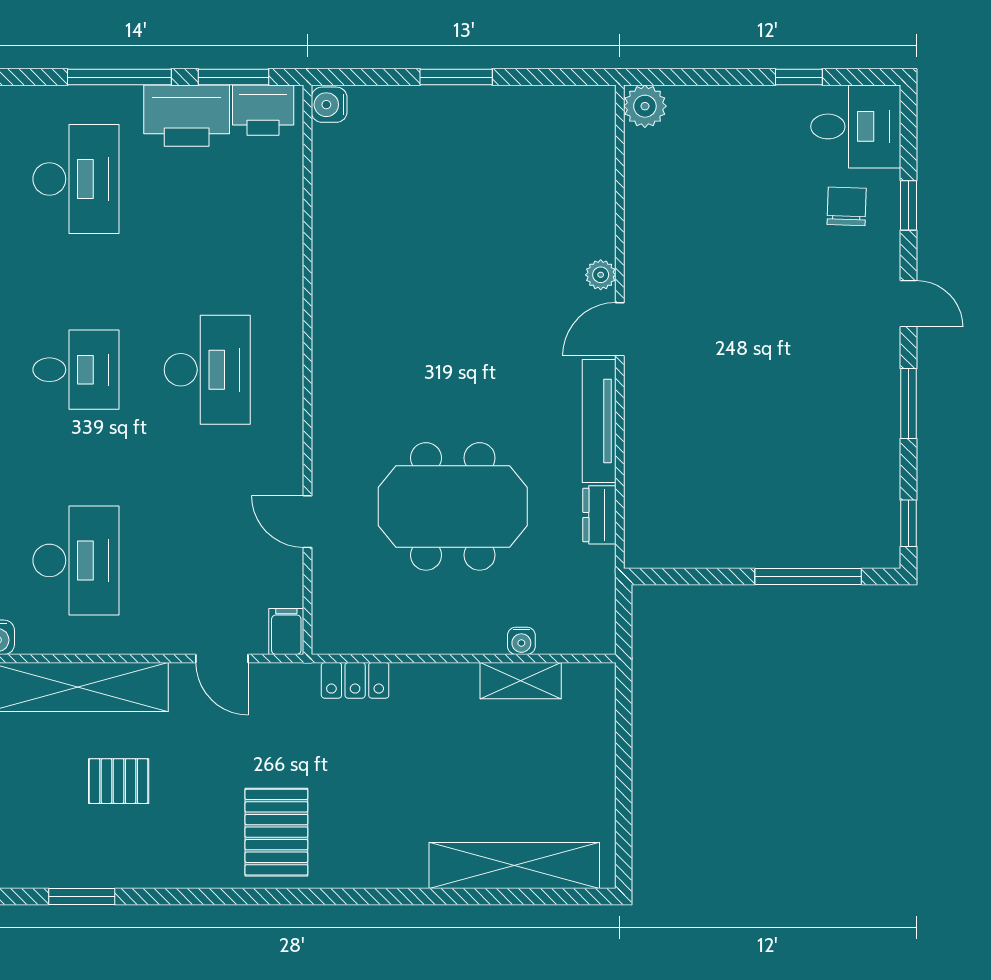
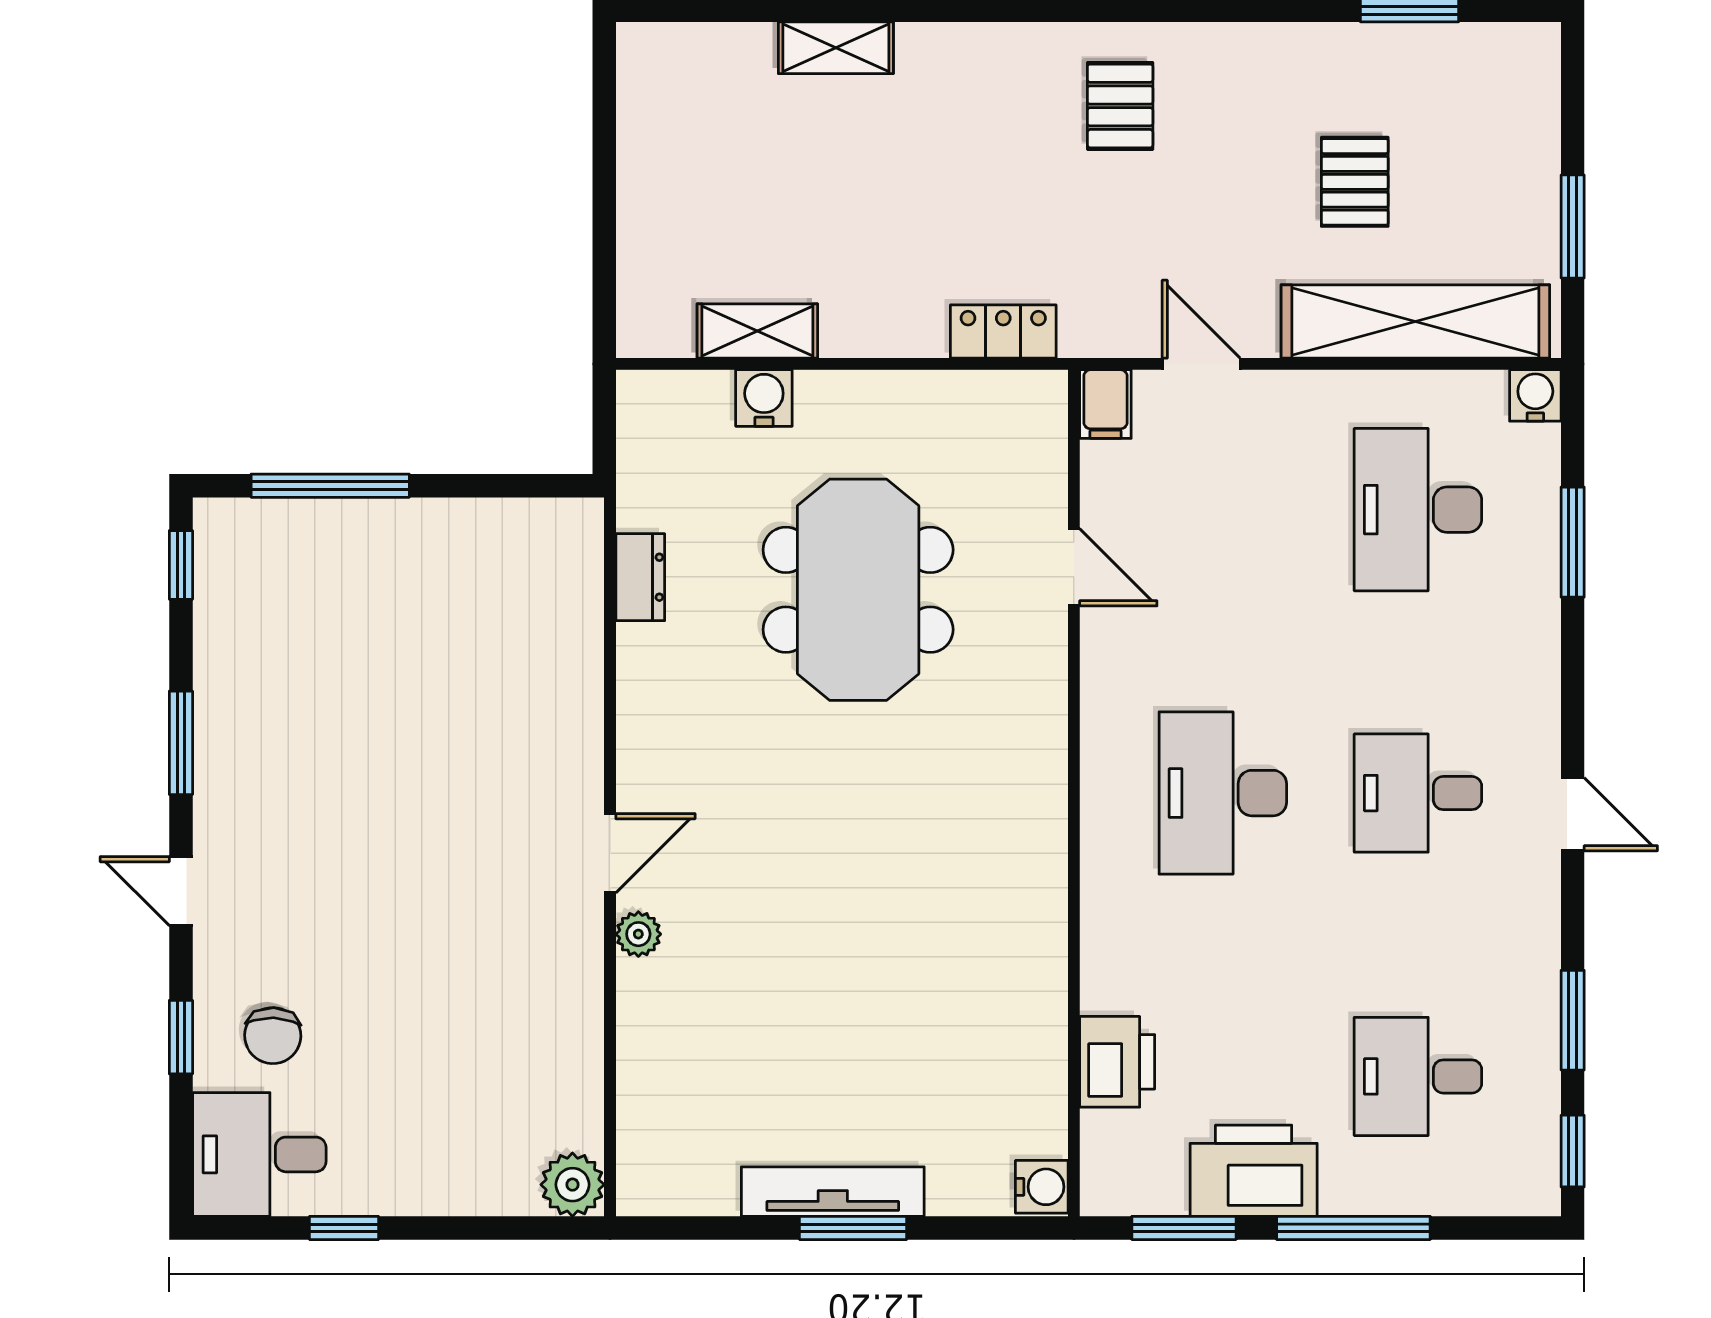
printer: (263, 110) -> (1117, 1062), moved, turned 90
desk: (76, 179) -> (1418, 1076), width x0.73
tv unit: (599, 421) -> (833, 1192), moved, turned -90
meeting table: (453, 506) -> (858, 590), turned 90
water cooler: (521, 641) -> (764, 398), width x1.38, depth x1.38
pallet: (119, 781) -> (1355, 182), turned 90
pallet: (276, 832) -> (1120, 106), width x0.67, depth x0.71
shelving: (514, 865) -> (836, 48), width x0.45, depth x0.75

